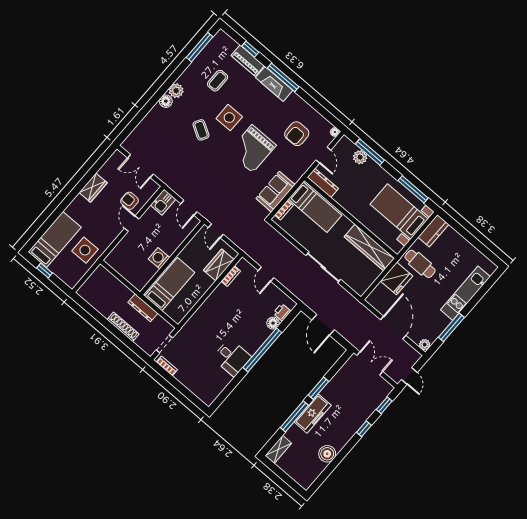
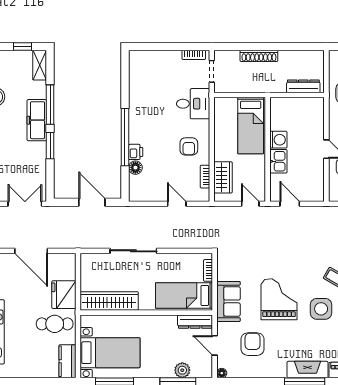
sofa: (275, 192) -> (229, 301), moved
kitchen sink: (163, 202) -> (278, 161), moved, turned 180
armchair: (224, 306) -> (189, 146), added
dresser: (143, 308) -> (303, 86), moved
printer: (282, 312) -> (136, 152), moved
desk: (232, 358) -> (193, 104), moved, turned 180
double door: (370, 363) -> (25, 204), swing flipped
window: (279, 472) -> (23, 47), added

